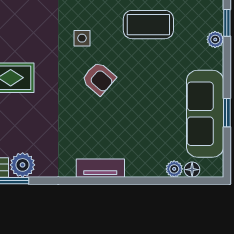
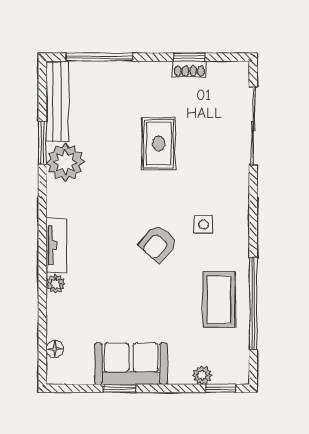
sofa: (205, 114) -> (131, 364), width x0.73
plant: (23, 165) -> (65, 162), width x1.36, depth x1.36
plant: (174, 169) -> (56, 284), moved

